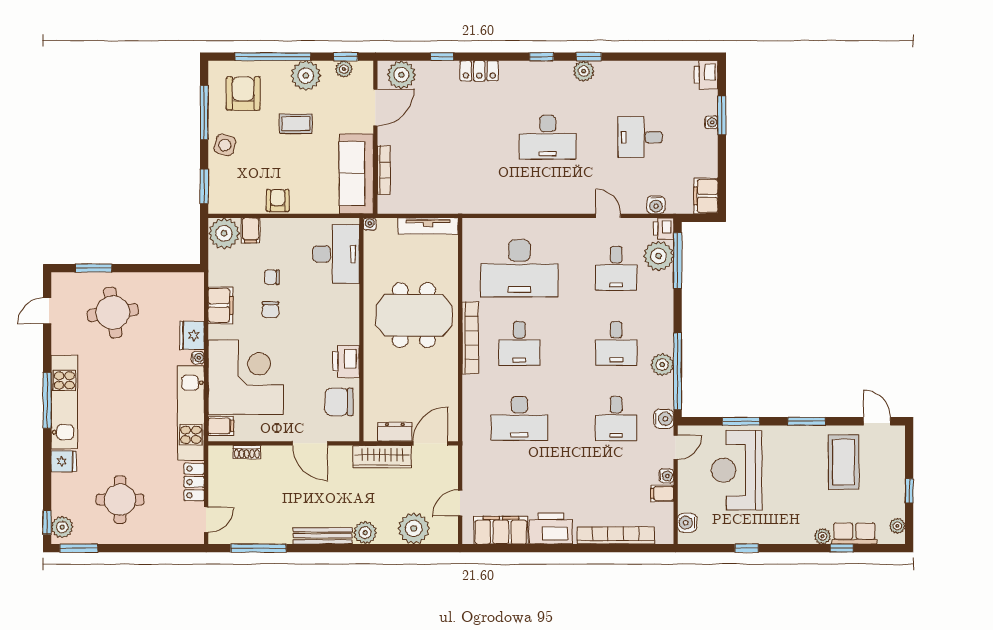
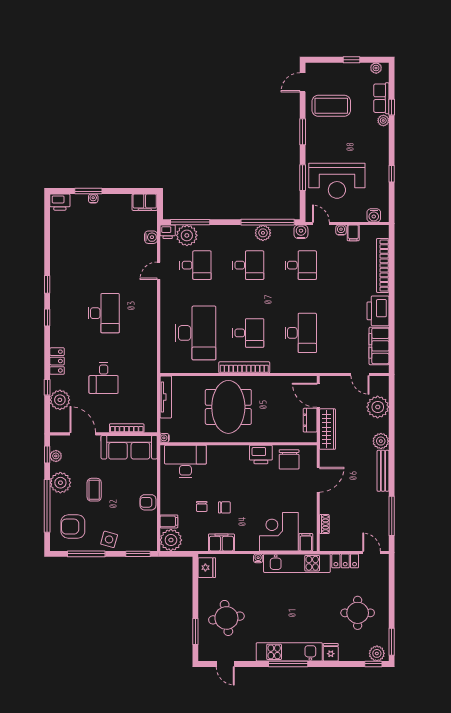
plant: (584, 71) -> (57, 288), removed
plant: (401, 75) -> (60, 400), moved
desk: (640, 137) -> (104, 378), moved
fridge: (192, 335) -> (207, 568), moved, turned -90
corner desk: (246, 377) -> (279, 532), width x0.74, depth x0.74

